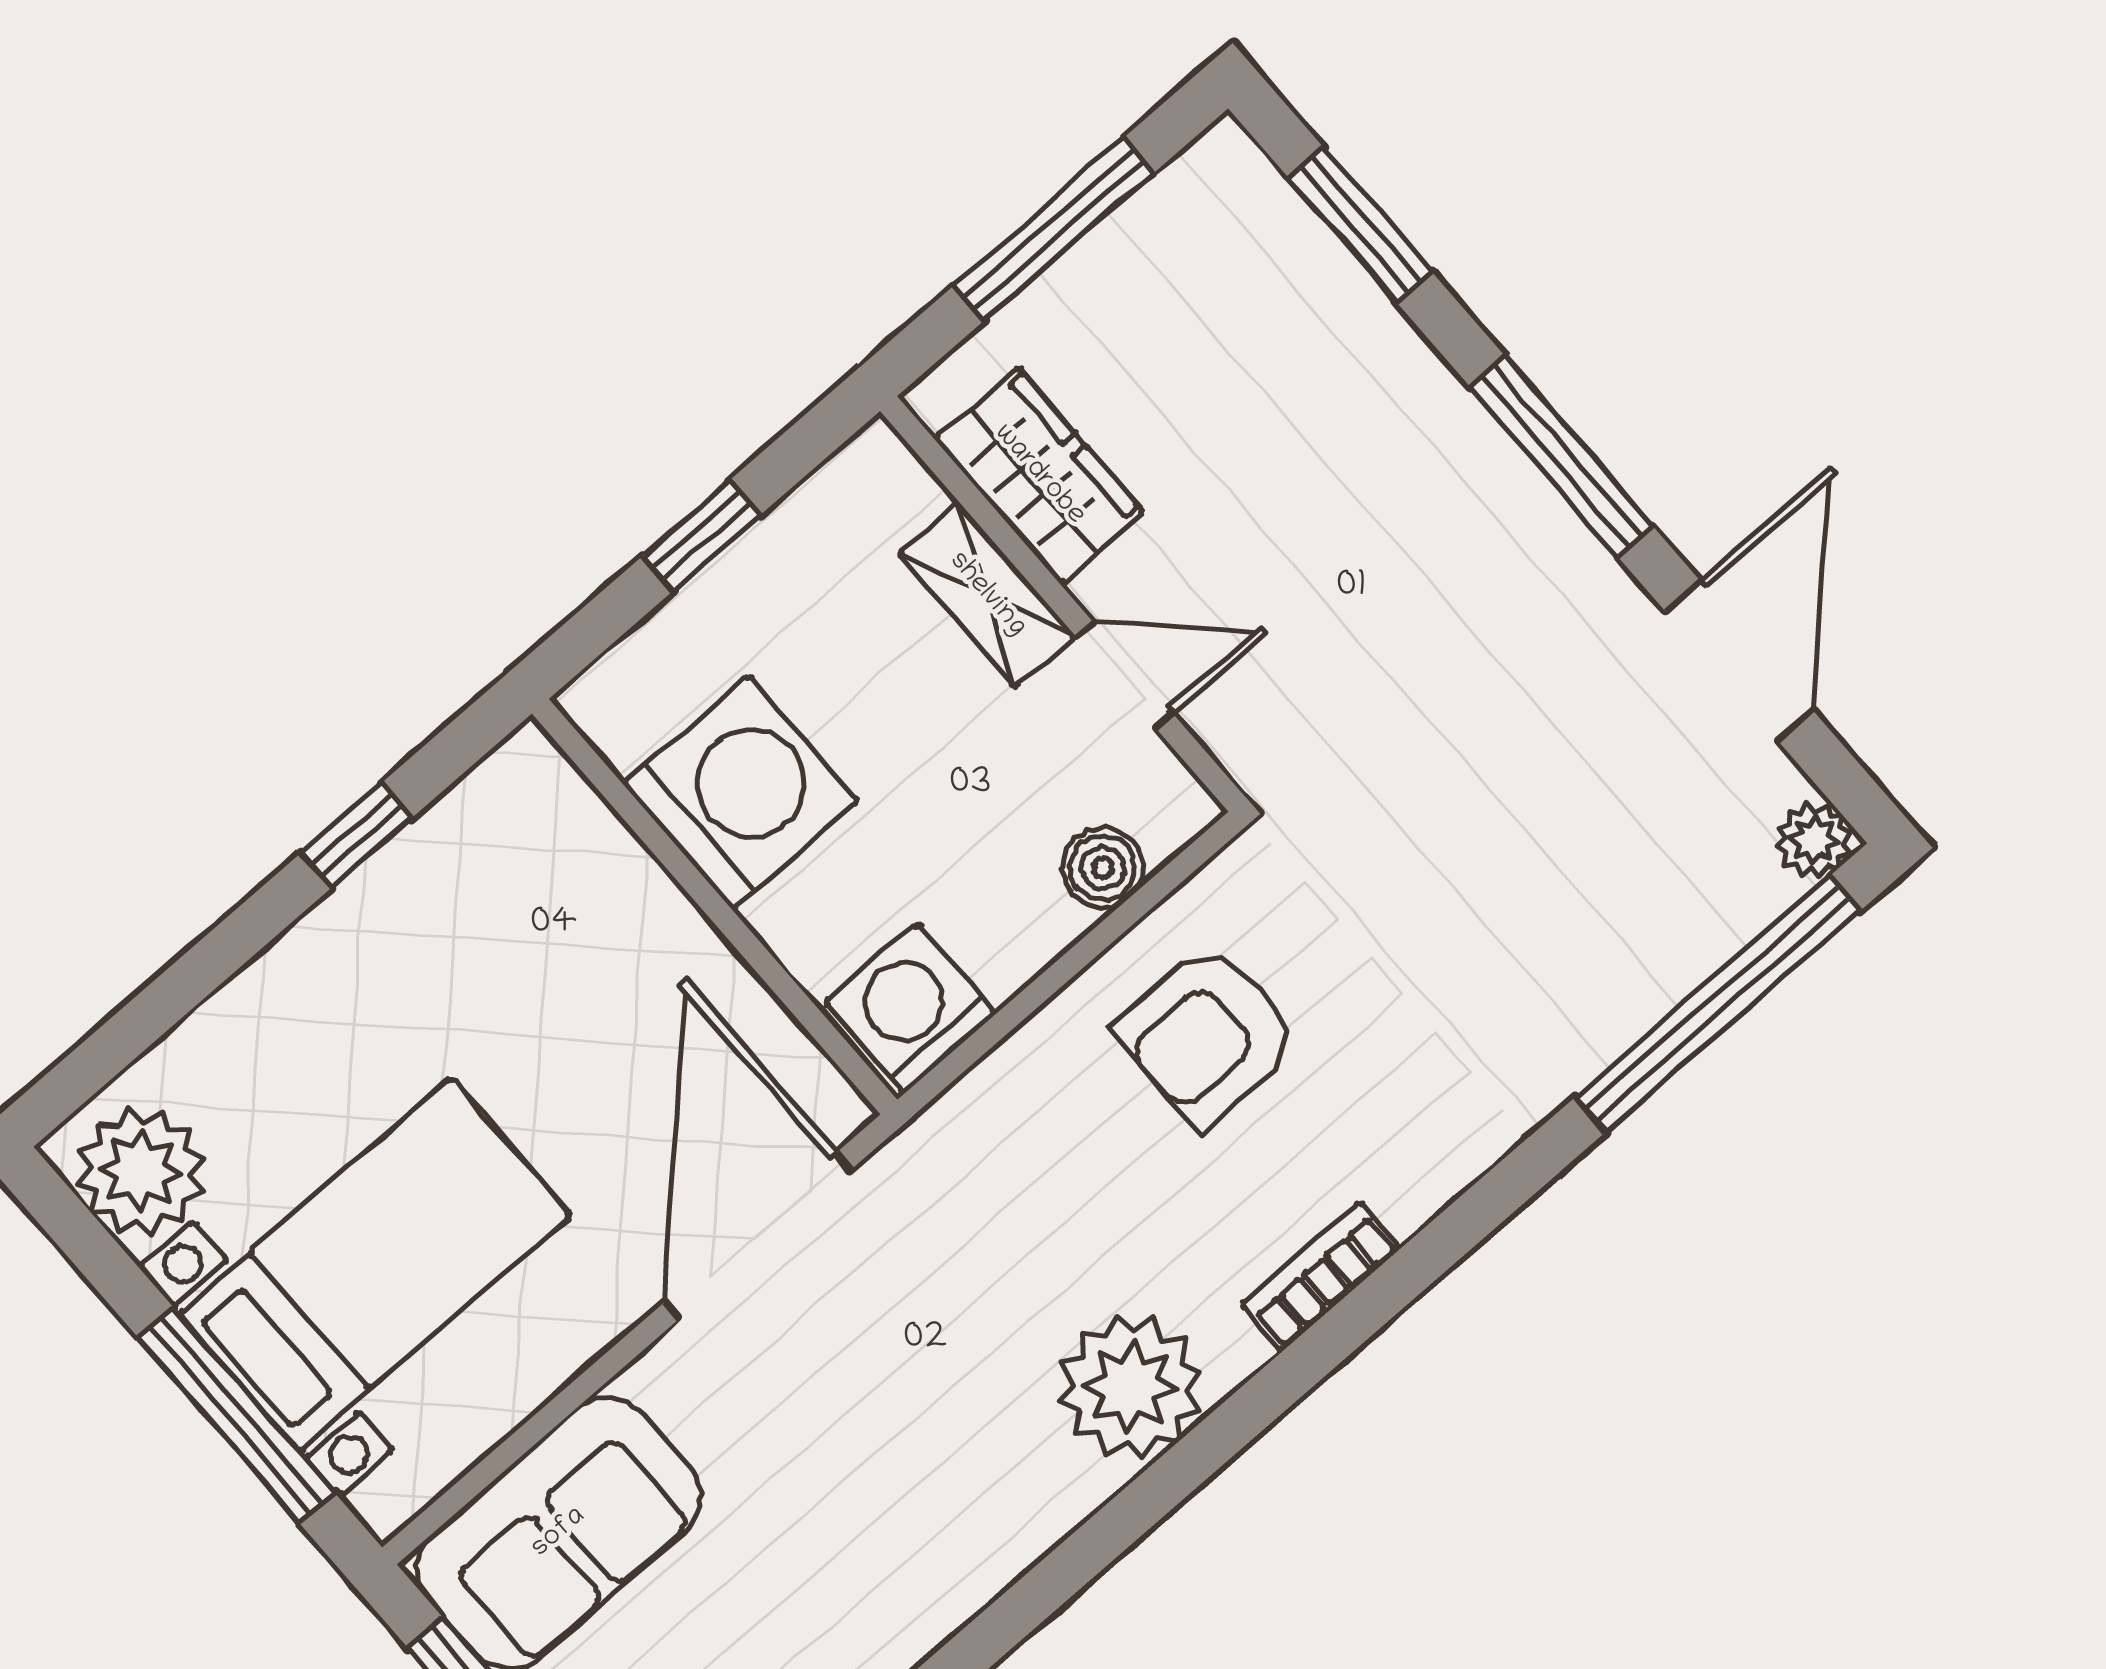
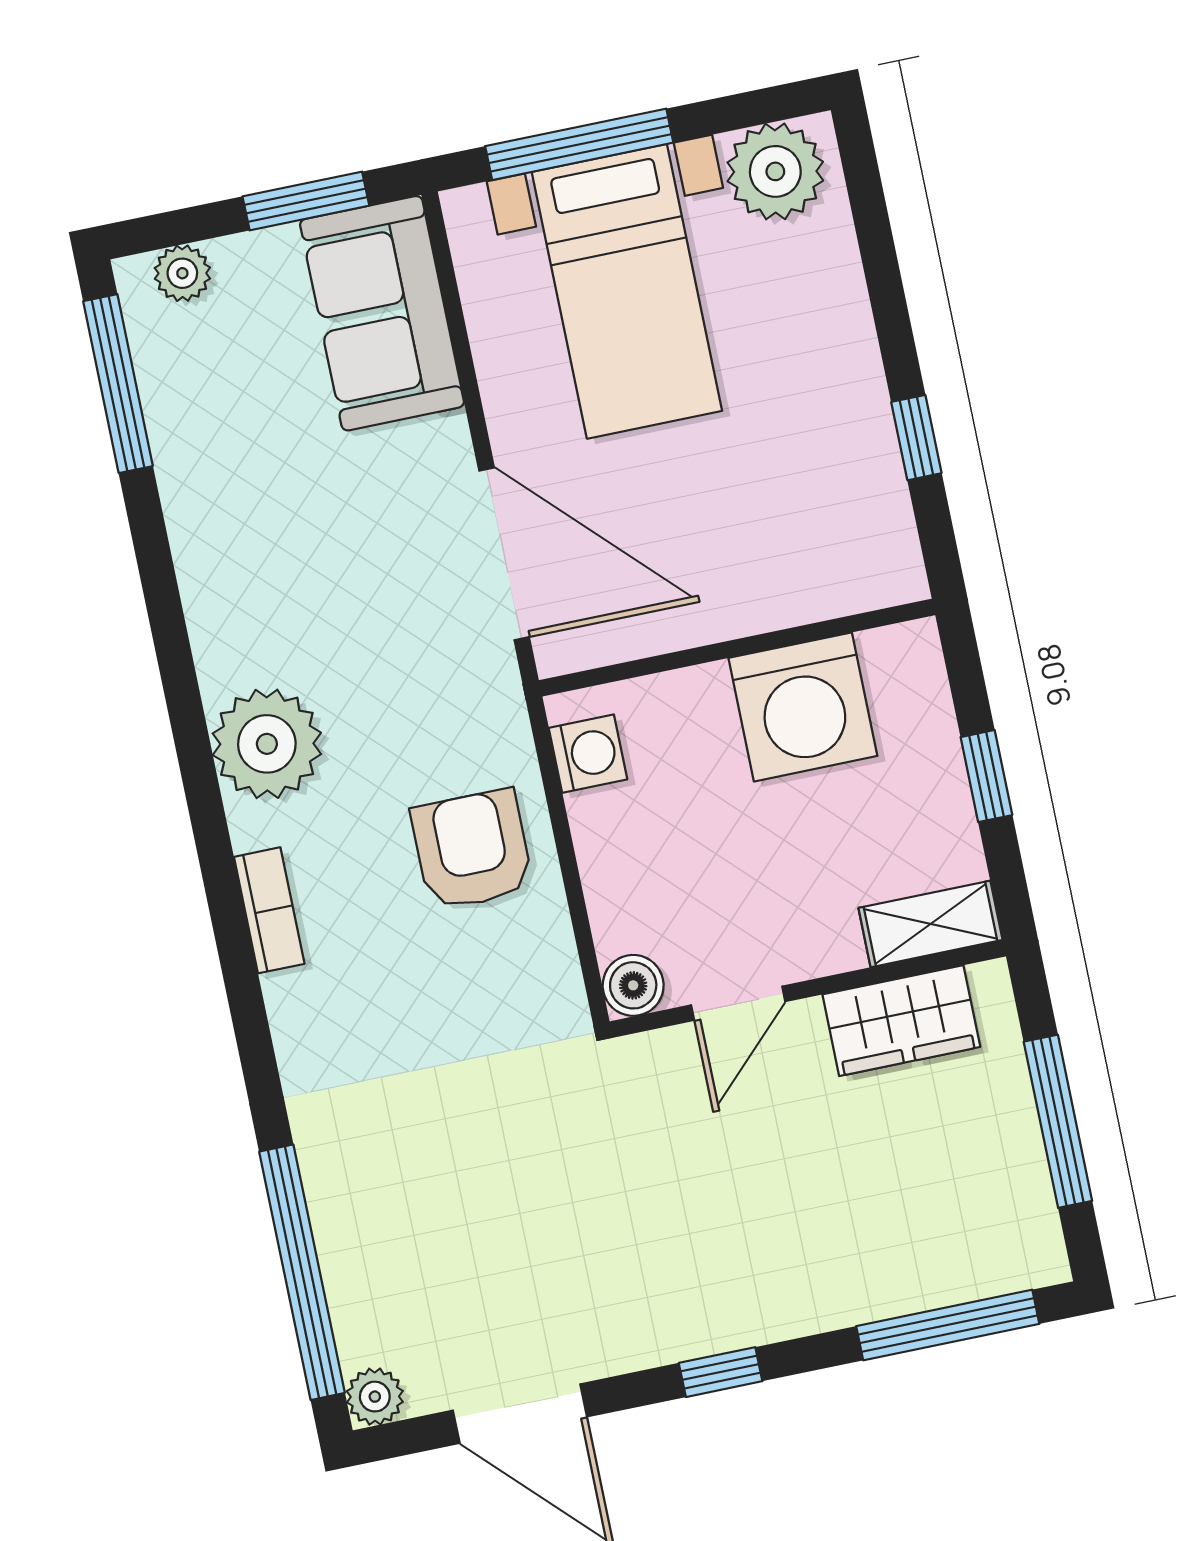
window: (1360, 225) -> (948, 1325), width x1.44
window: (1561, 456) -> (721, 1372), width x0.46
shelving: (987, 595) -> (931, 924), moved
boiler: (1103, 868) -> (633, 985), moved
washing machine: (910, 1008) -> (588, 754), width x0.73, depth x0.73
armchair: (1207, 1035) -> (472, 850), moved

